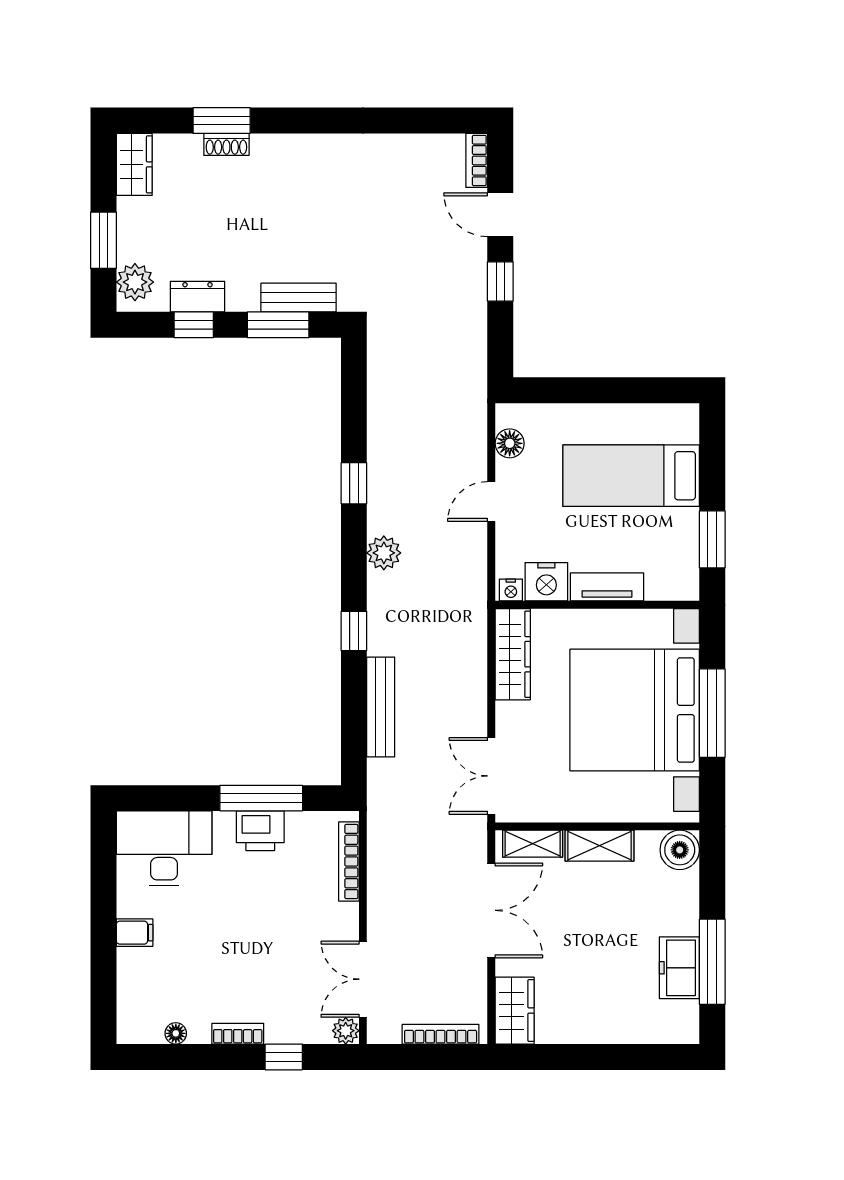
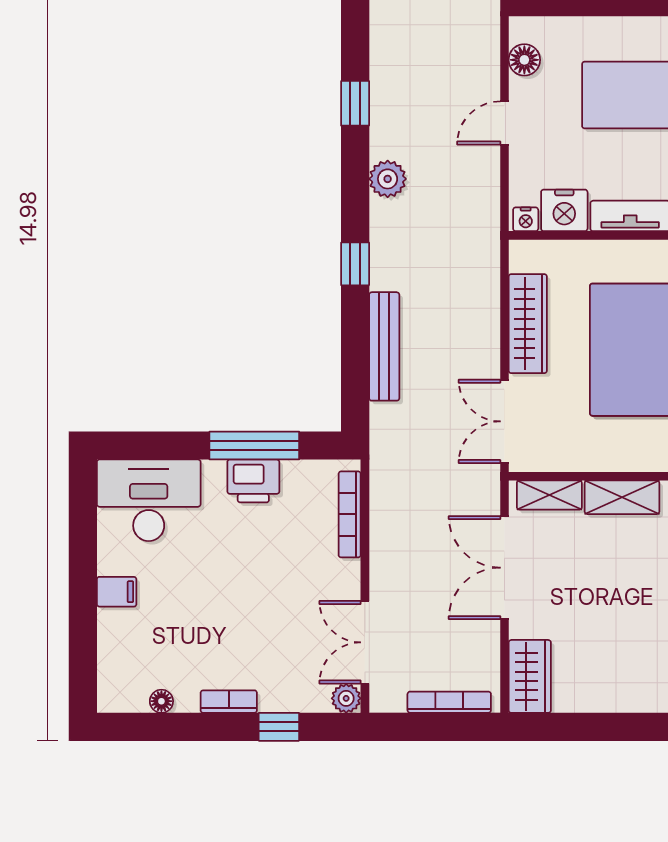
wardrobe: (513, 654) -> (528, 324), moved
double door: (491, 910) -> (504, 568), swing flipped

